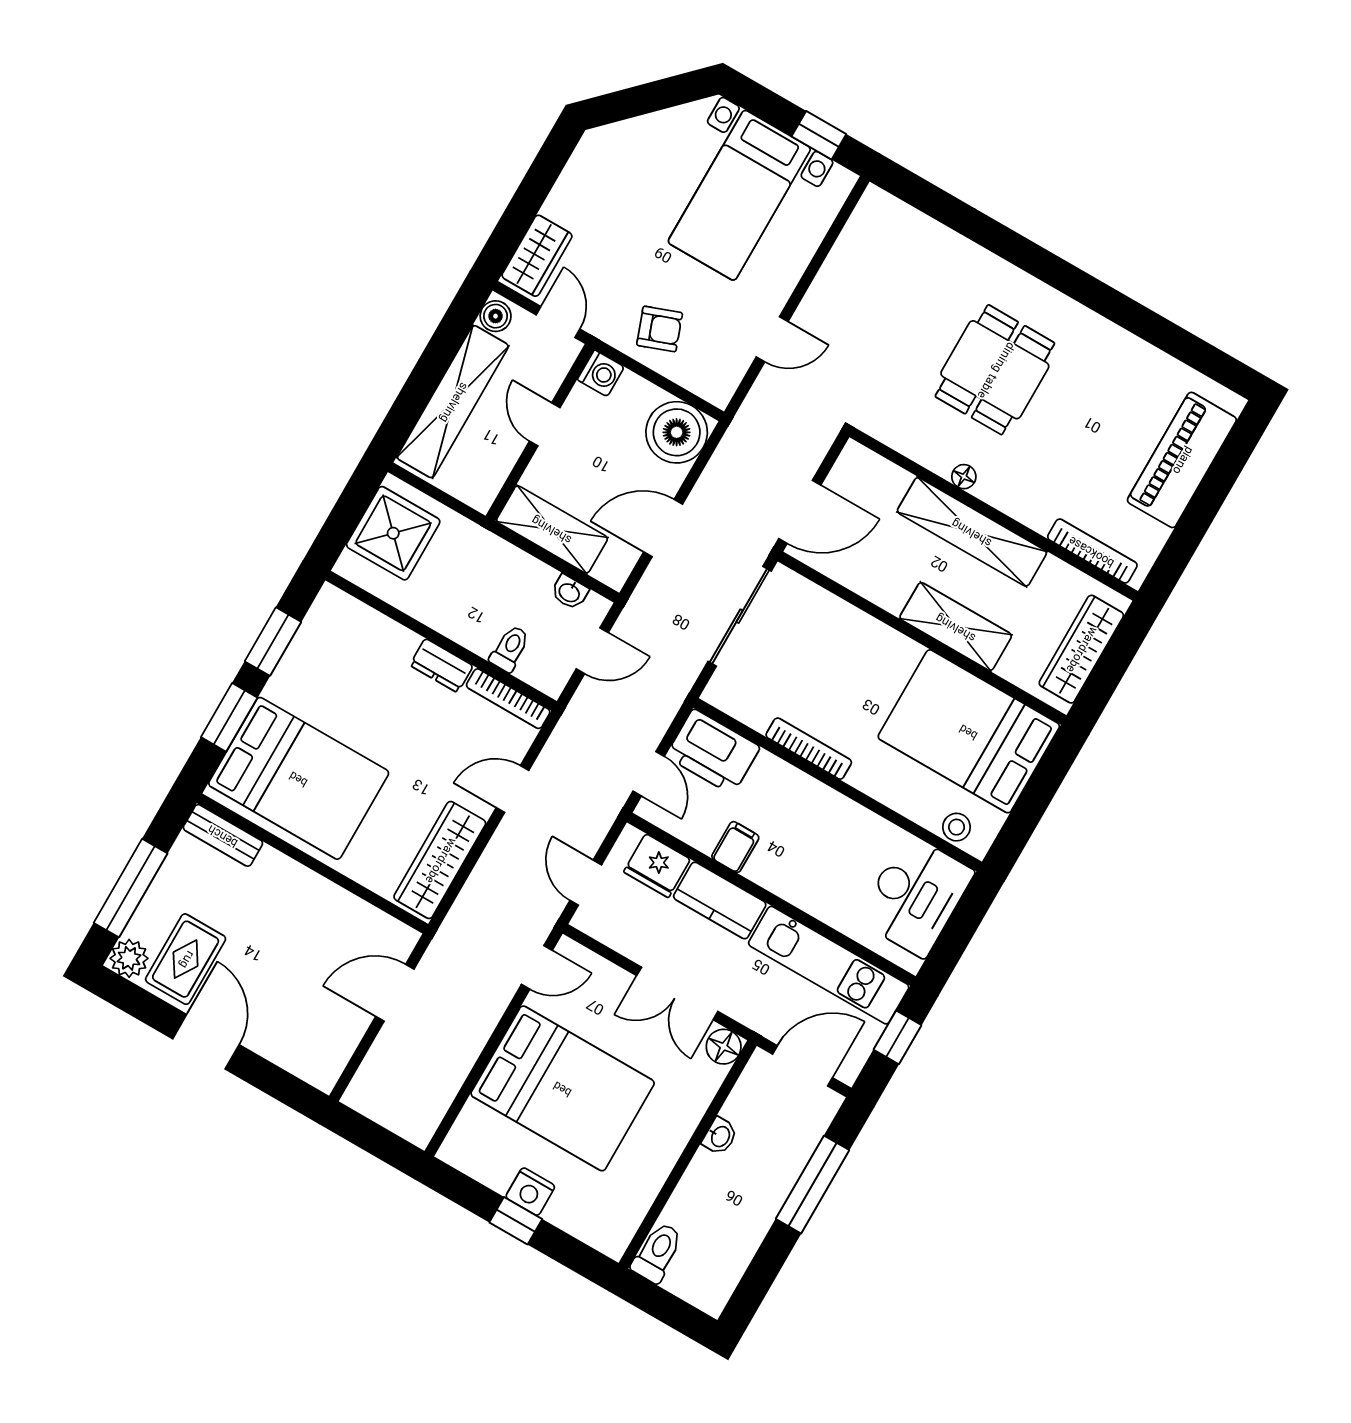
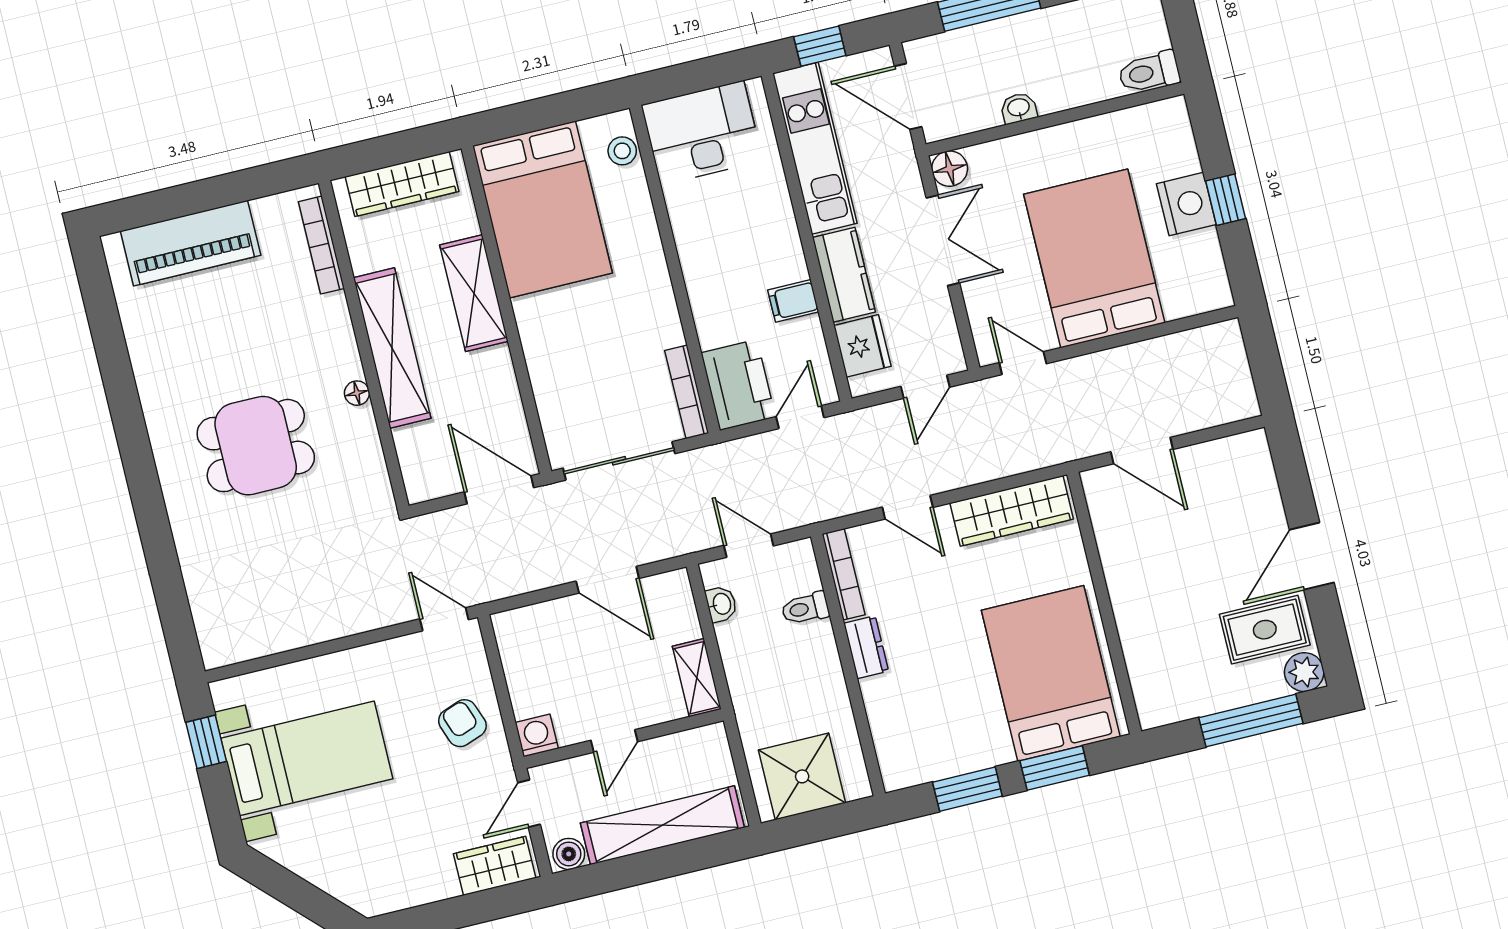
door: (772, 339) -> (444, 619), moved
boiler: (677, 432) -> (527, 637), removed
shelving: (552, 529) -> (697, 678), width x0.67, depth x0.75
bookcase: (809, 749) -> (687, 392), moved
bench: (223, 835) -> (1147, 689), removed
nightstand: (530, 1192) -> (1186, 204), width x1.36, depth x1.33

